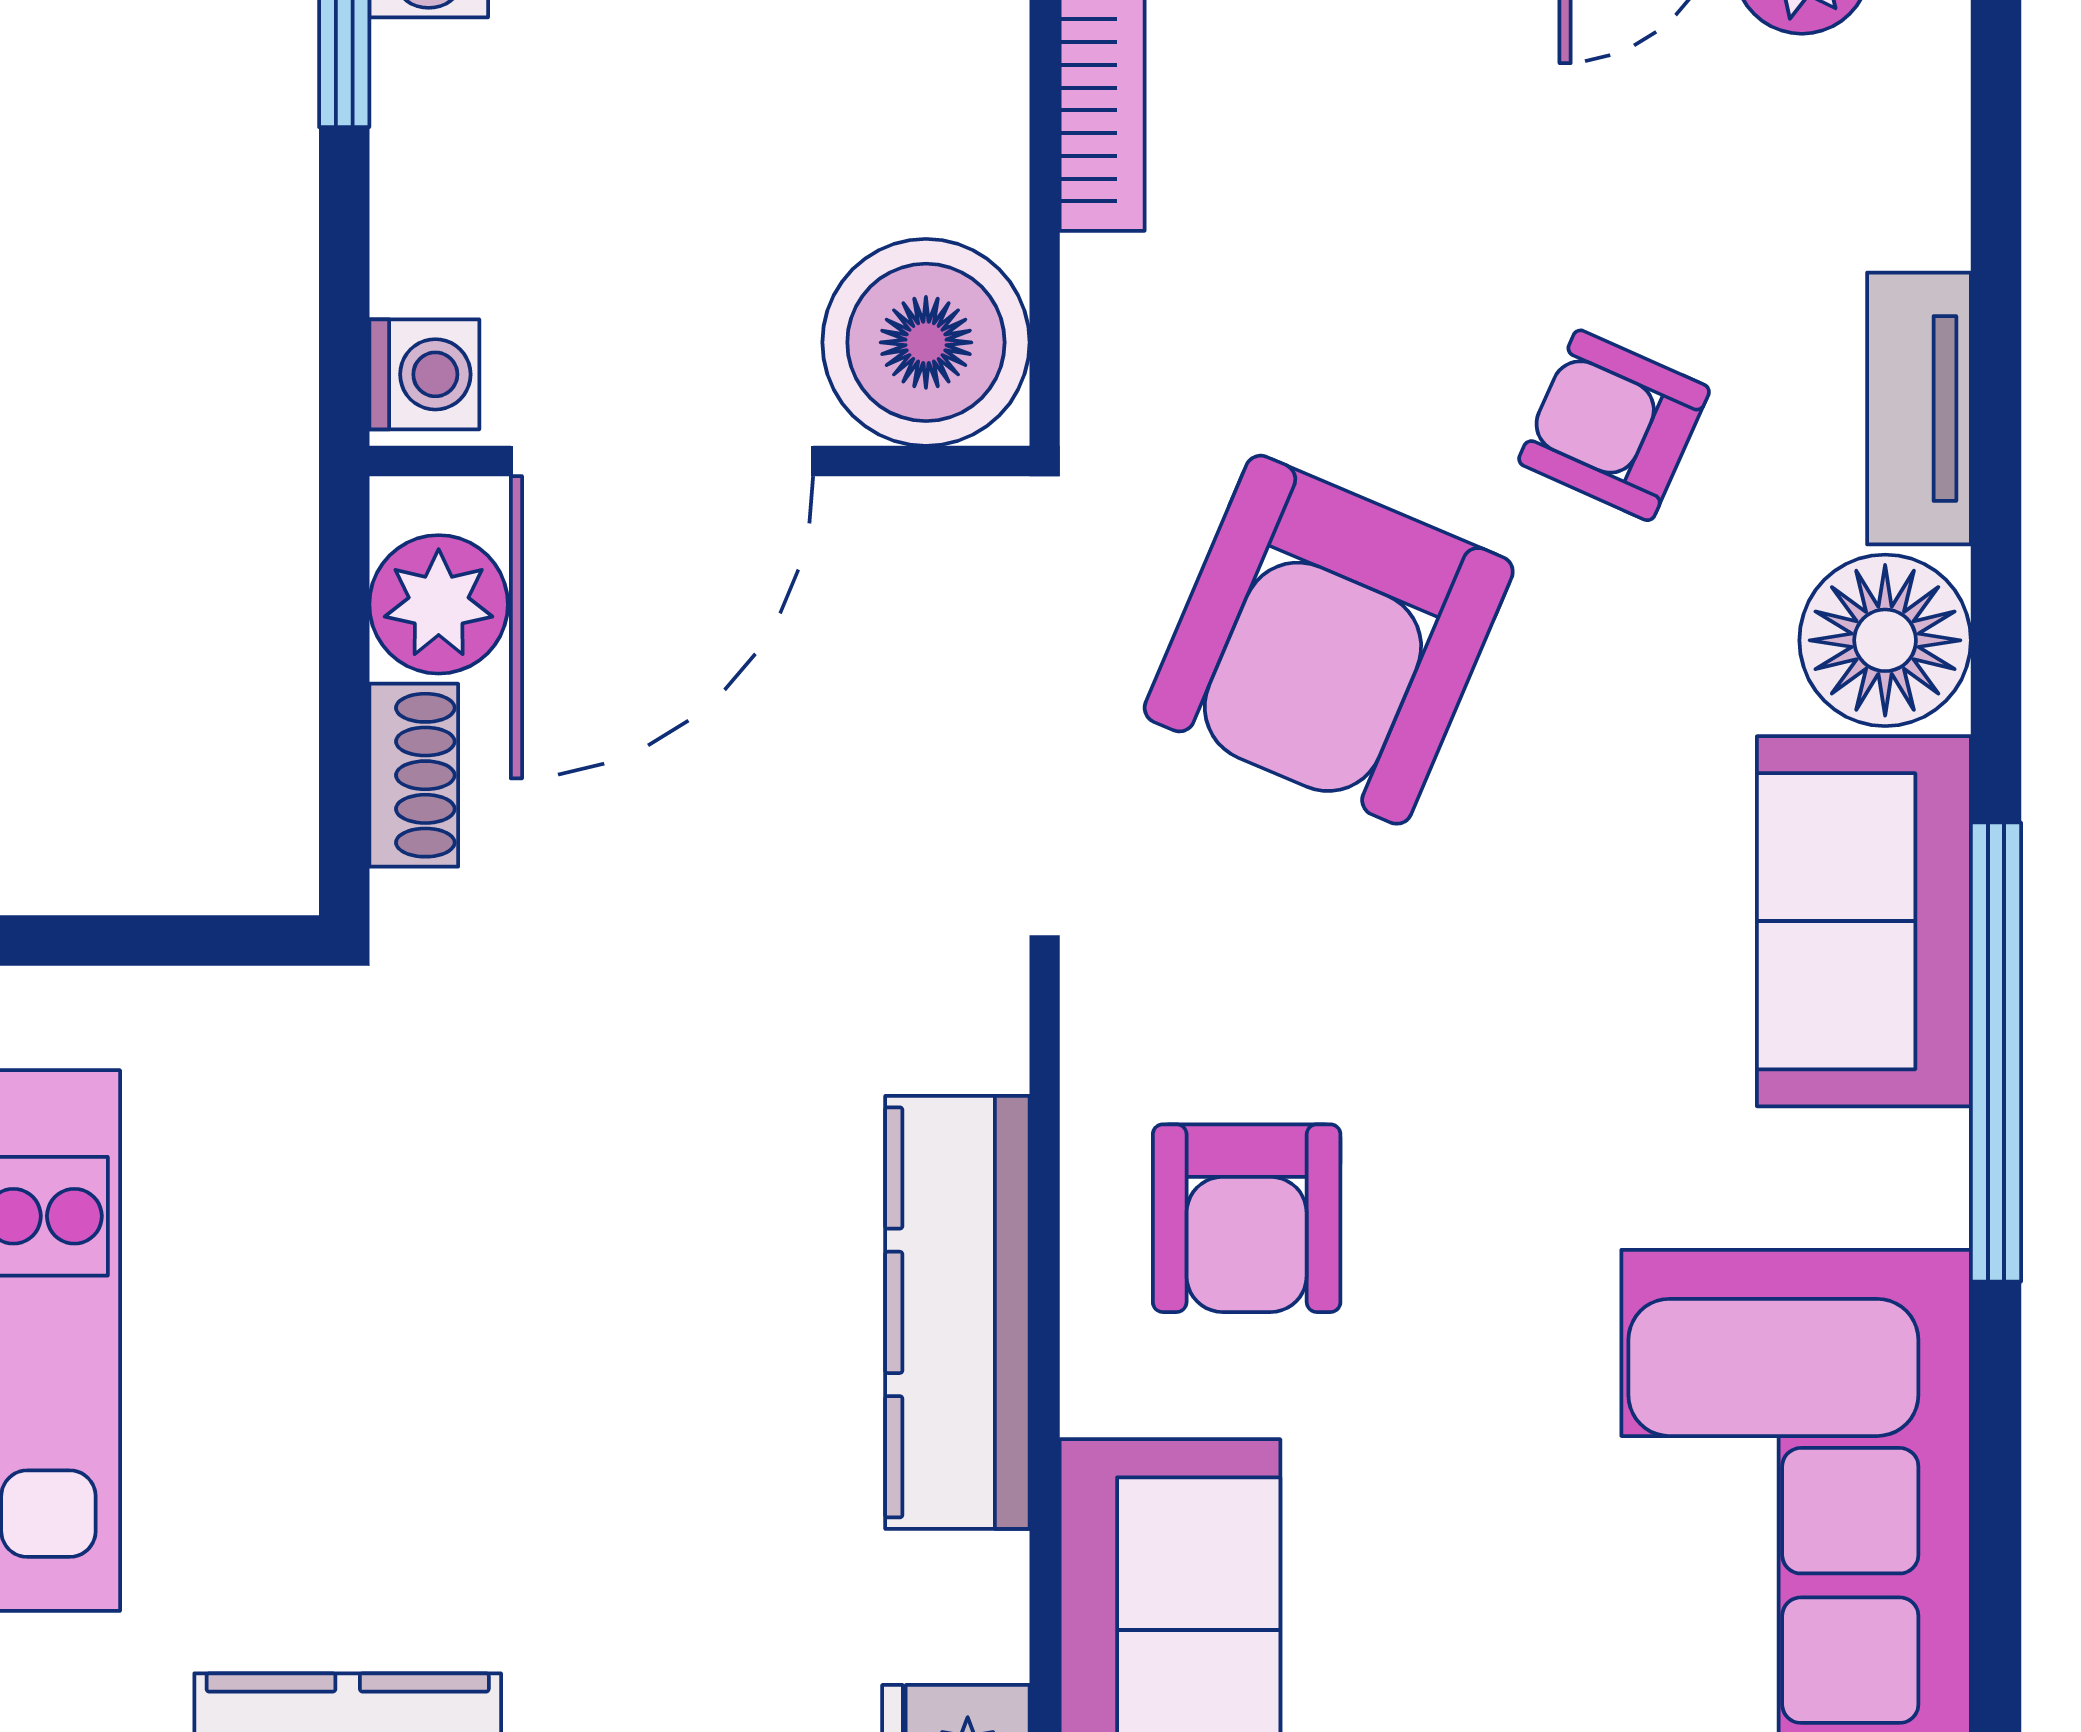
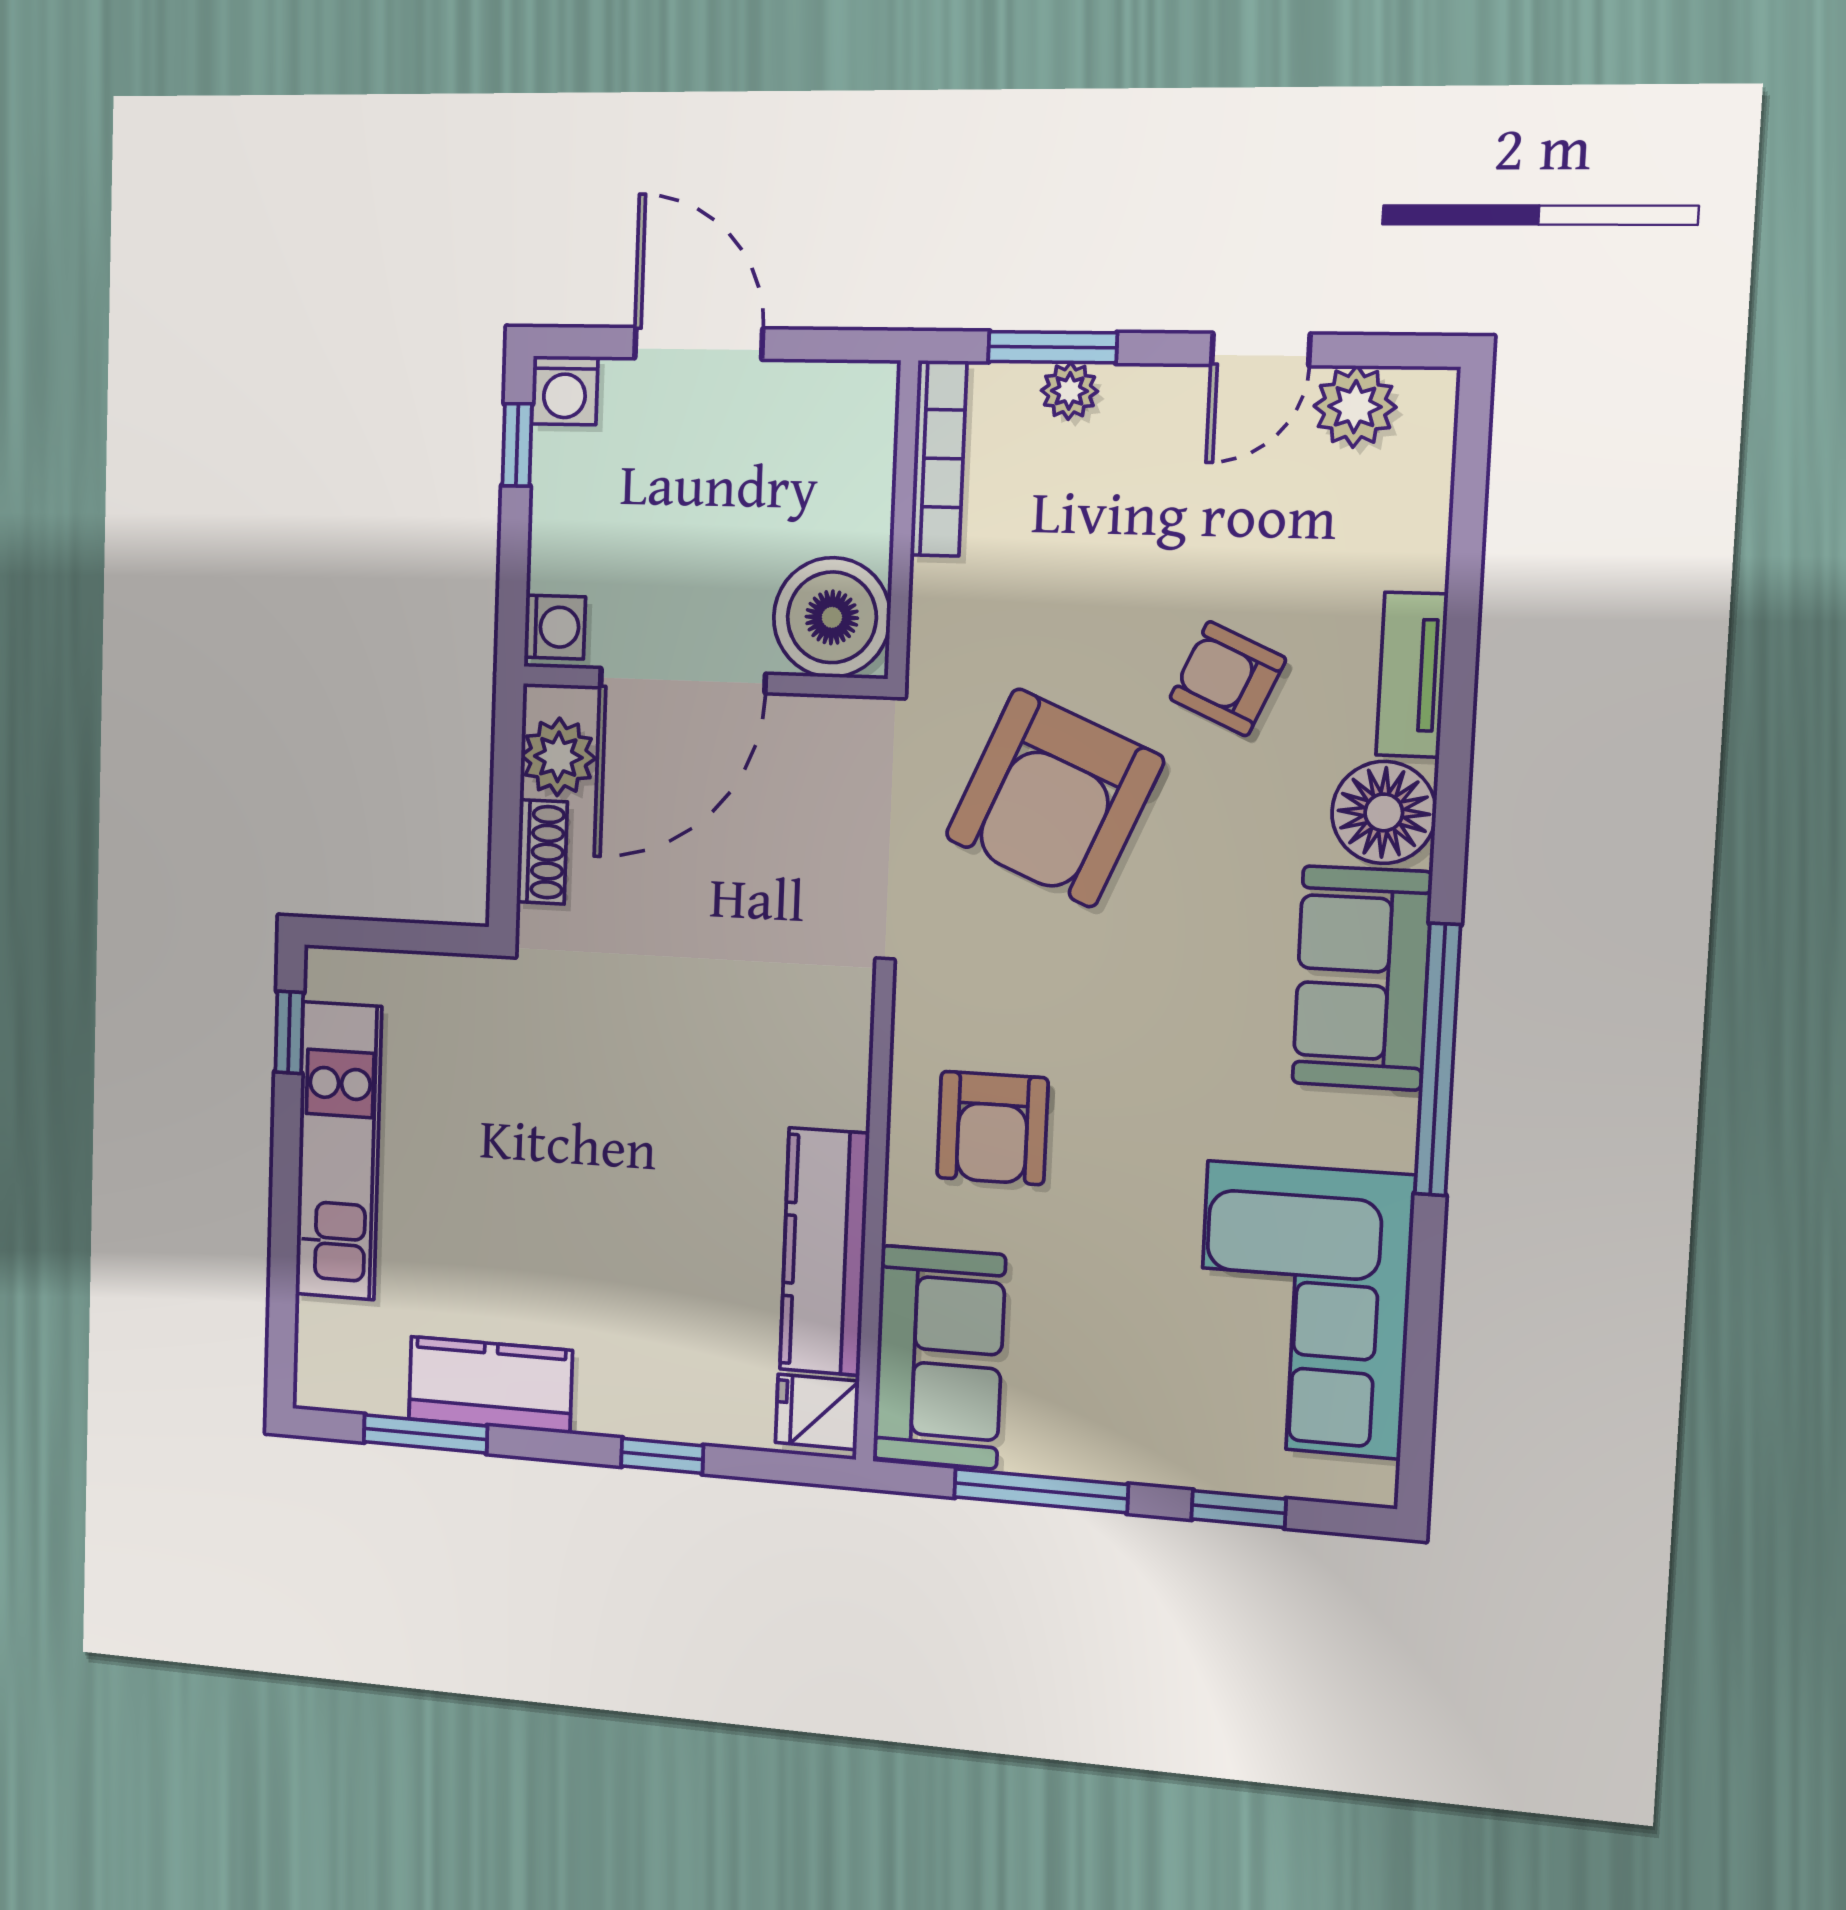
kitchen counter: (957, 1312) -> (824, 1252), moved

